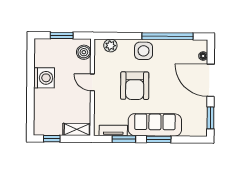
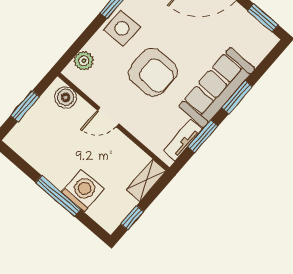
washing machine: (44, 78) -> (83, 191), moved
window: (30, 91) -> (58, 196), added

